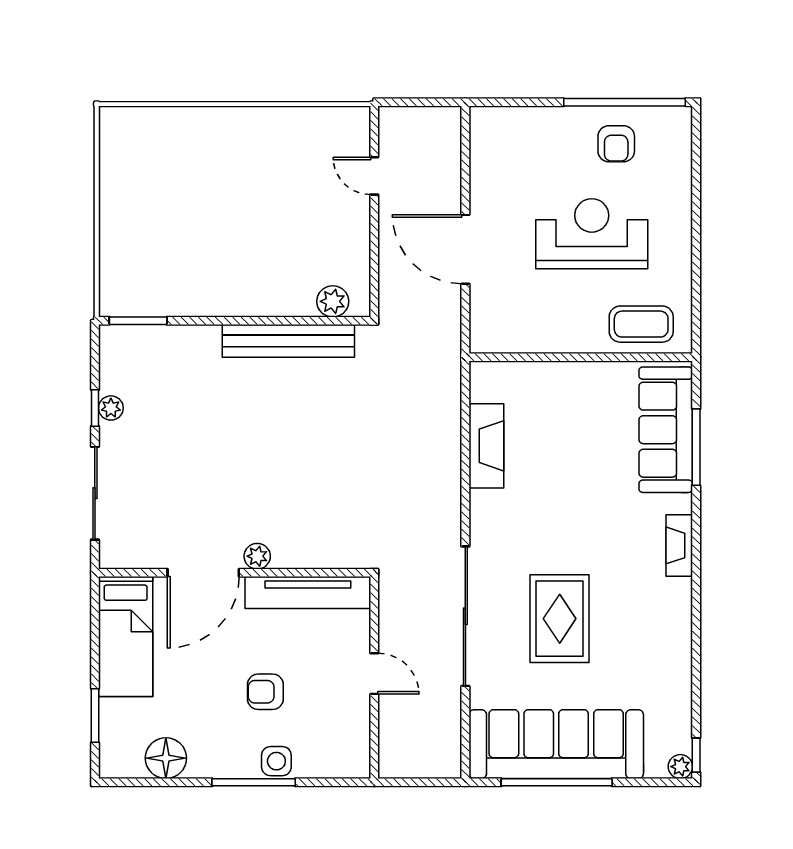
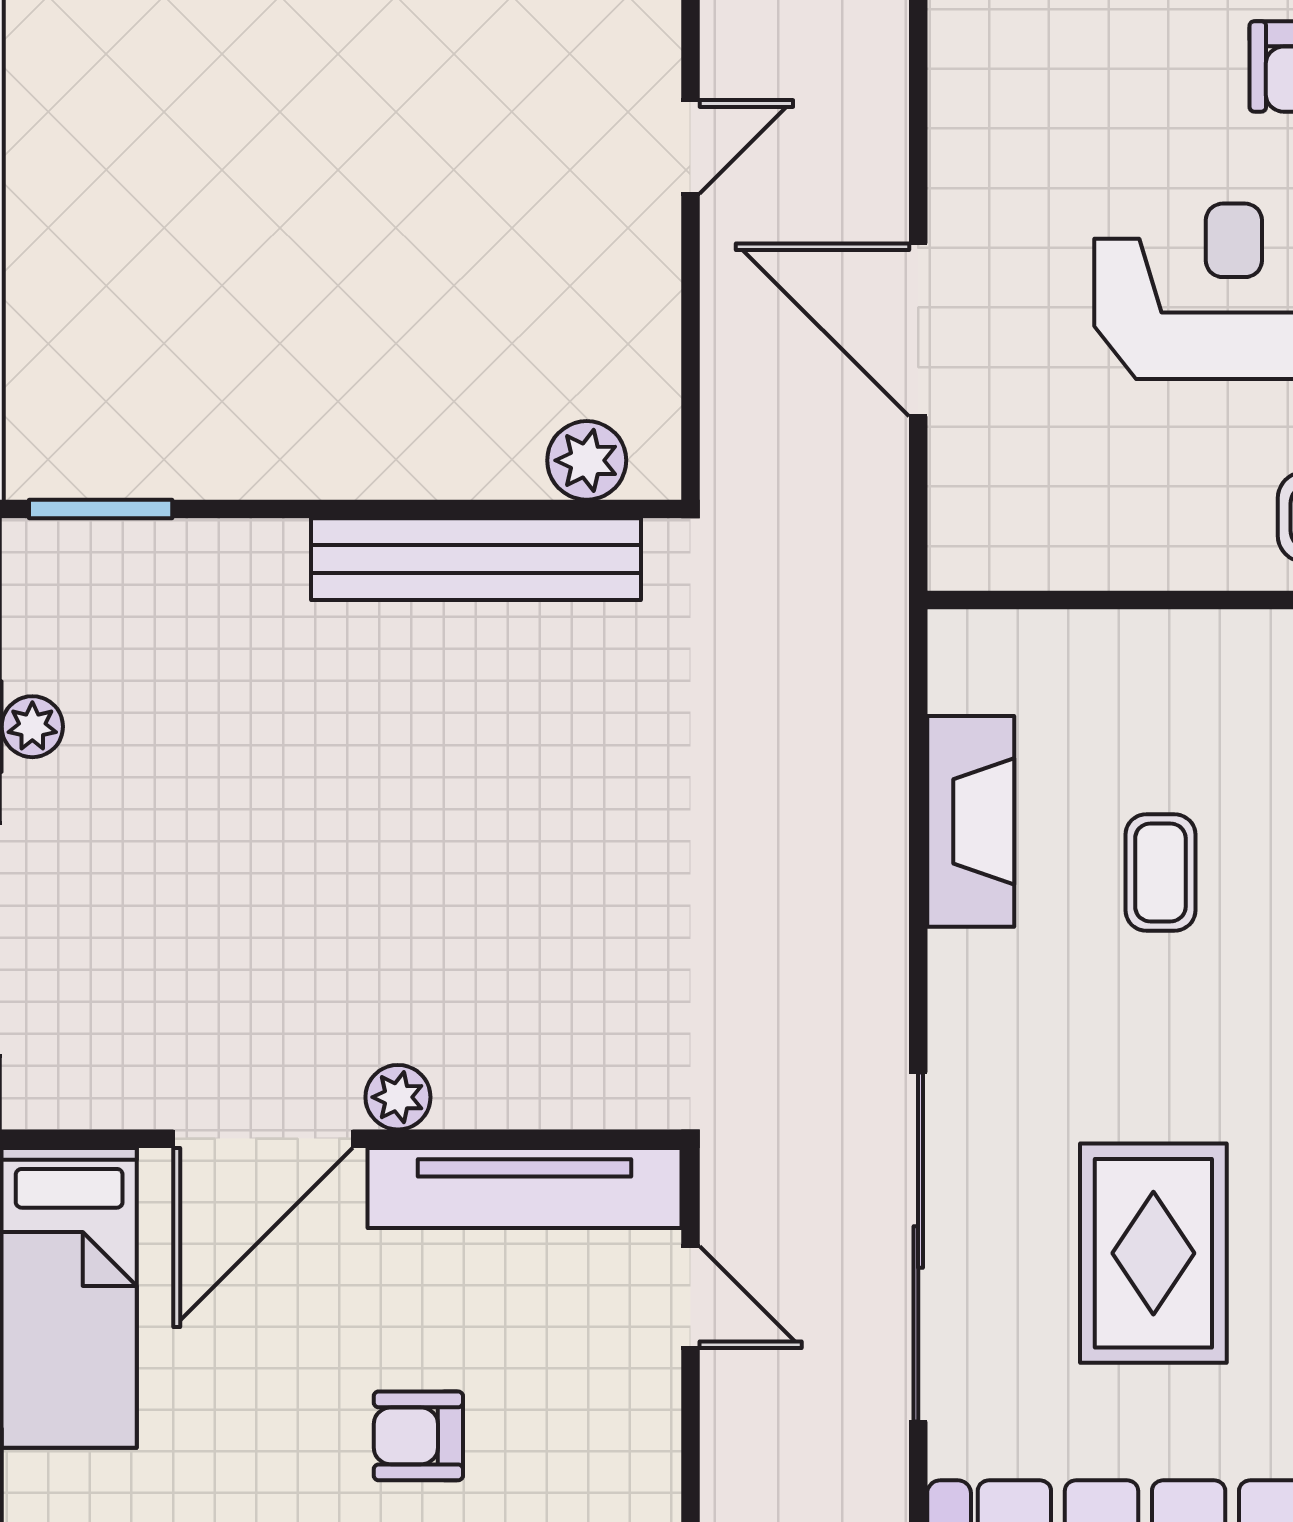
door: (374, 176) -> (691, 147), swing flipped
coffee table: (562, 466) -> (1160, 872), added
door: (374, 674) -> (691, 1297), moved

